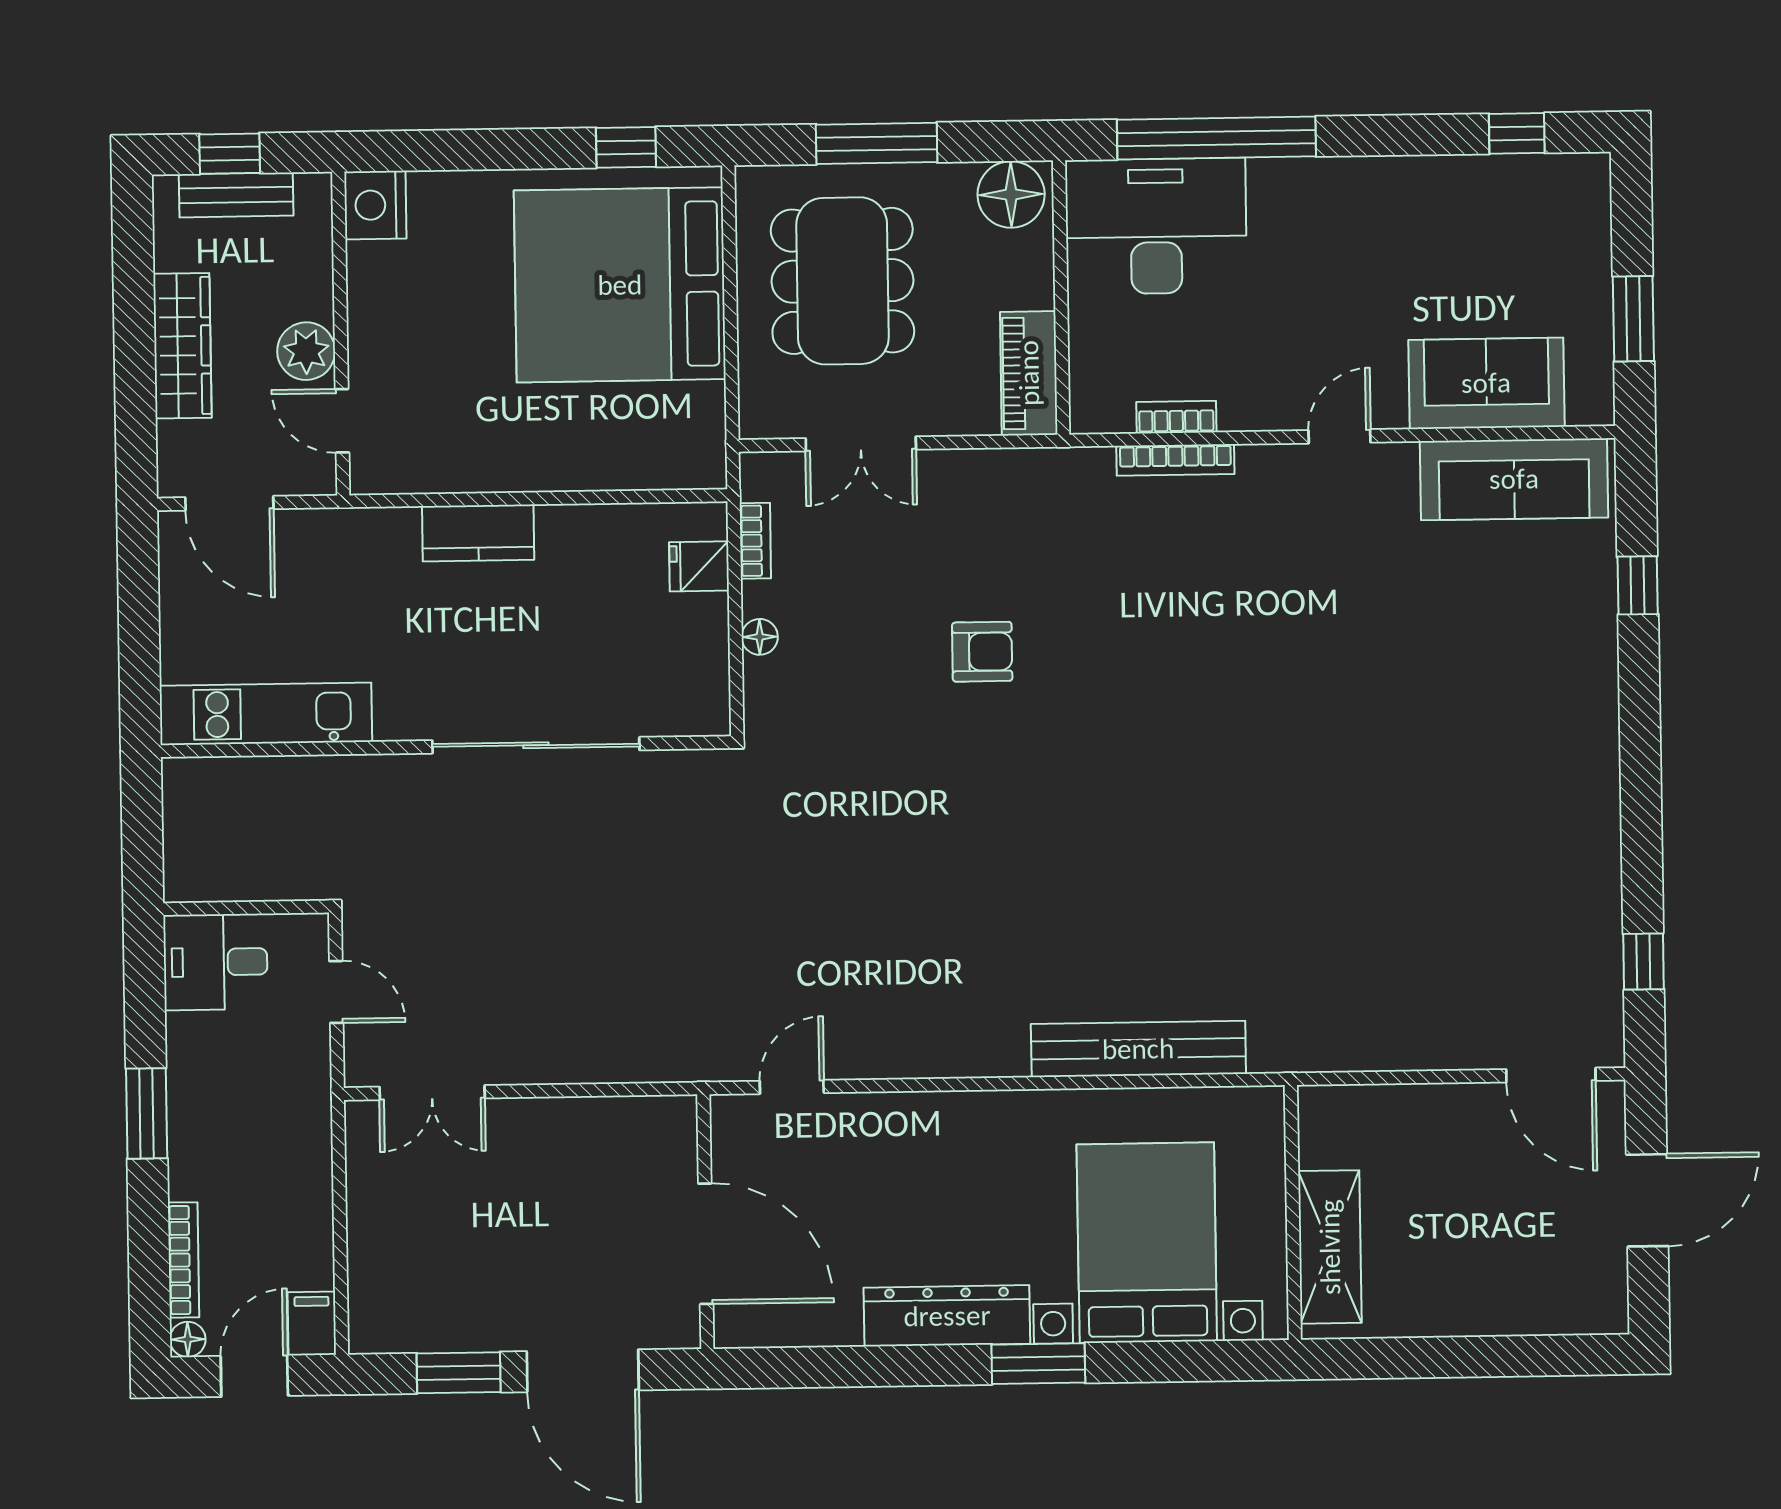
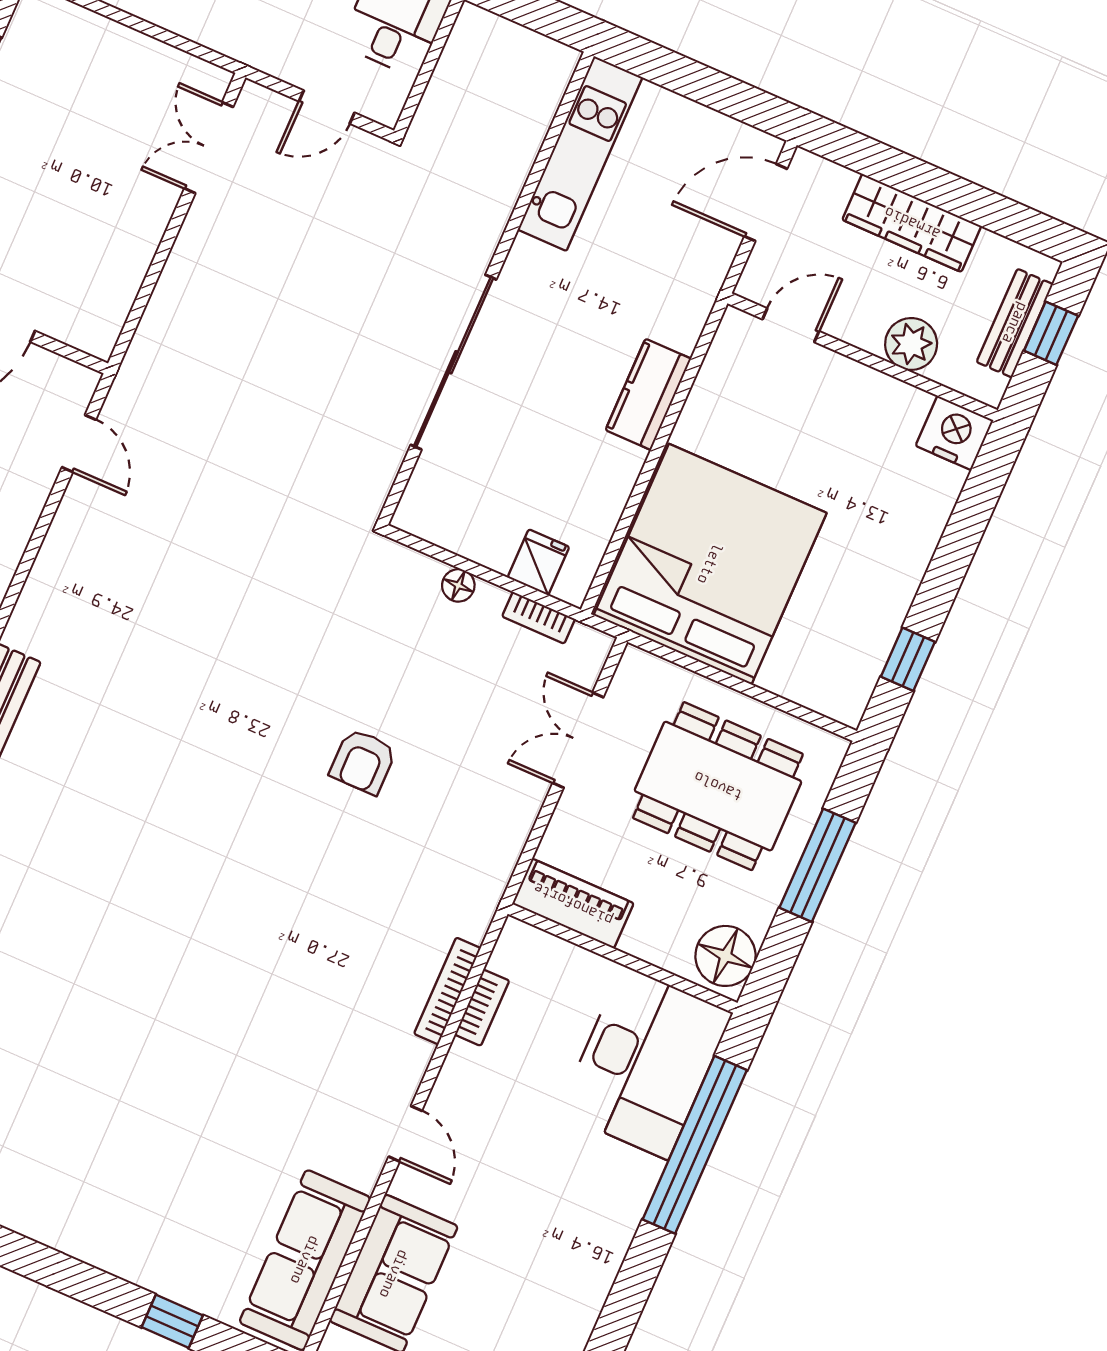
bed: (620, 285) -> (710, 564), moved
plant: (306, 351) -> (911, 344), moved

